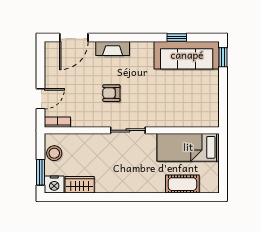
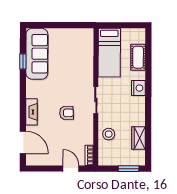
window: (223, 57) -> (39, 25), removed
armchair: (111, 93) -> (67, 113), turned -92
stool: (54, 153) -> (109, 134), moved
nightstand: (54, 184) -> (138, 88), moved

